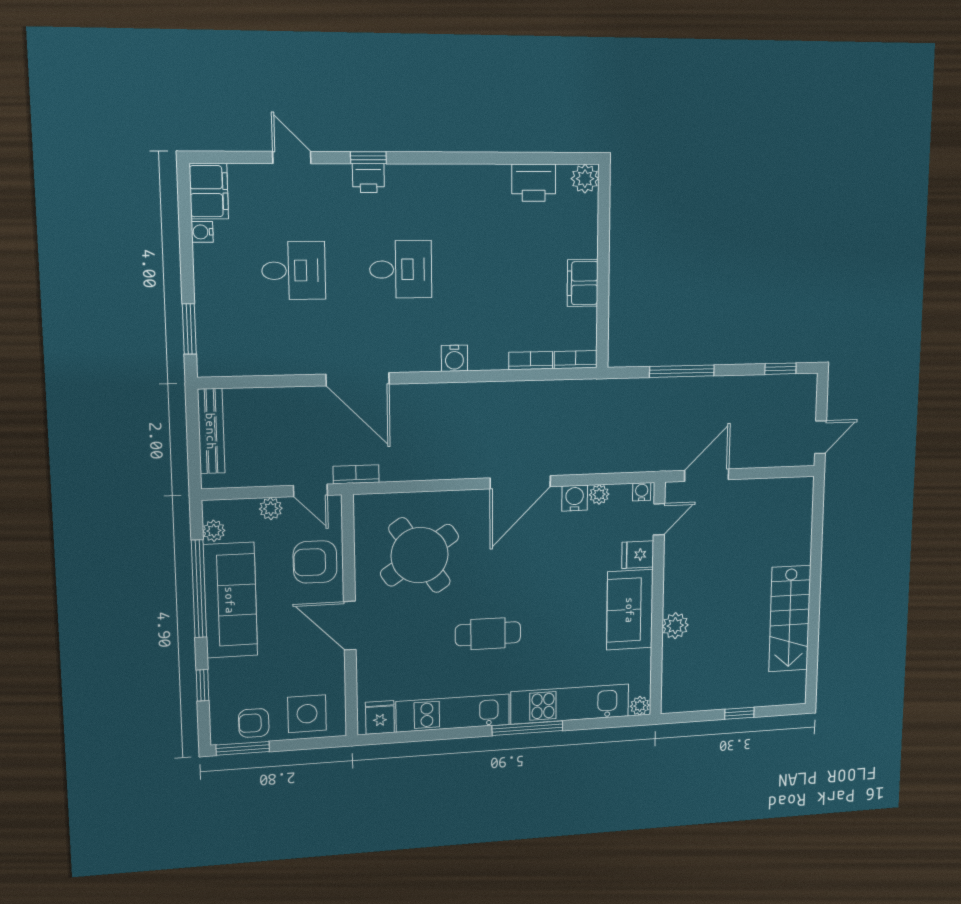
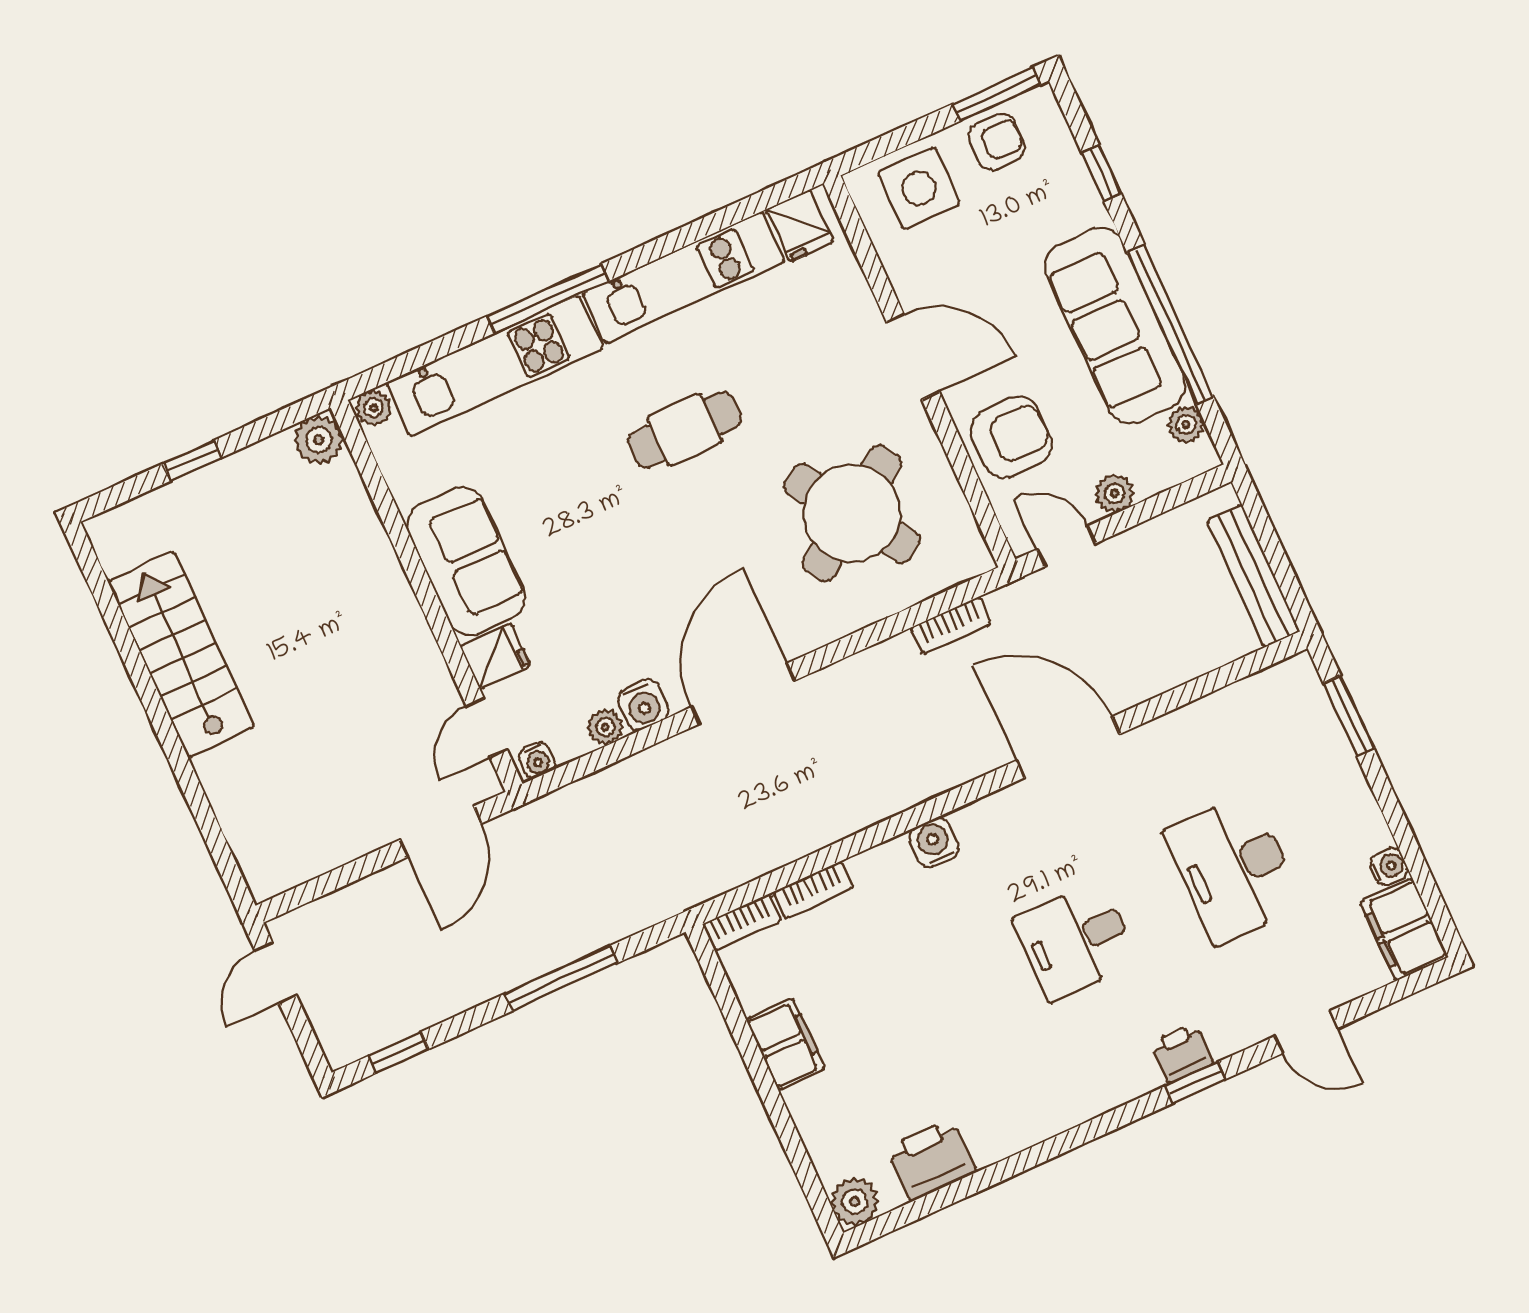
desk: (294, 271) -> (1233, 869), width x1.37
bookcase: (356, 474) -> (951, 626), moved
plant: (675, 626) -> (319, 440), moved

